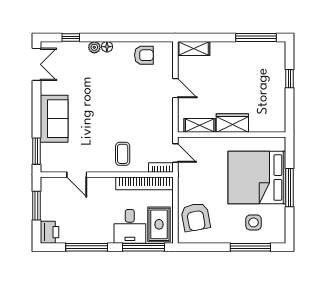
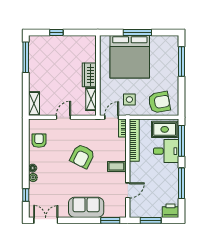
armchair: (123, 114) -> (82, 156), added
coffee table: (123, 154) -> (116, 166), moved
side table: (254, 222) -> (129, 99), moved

